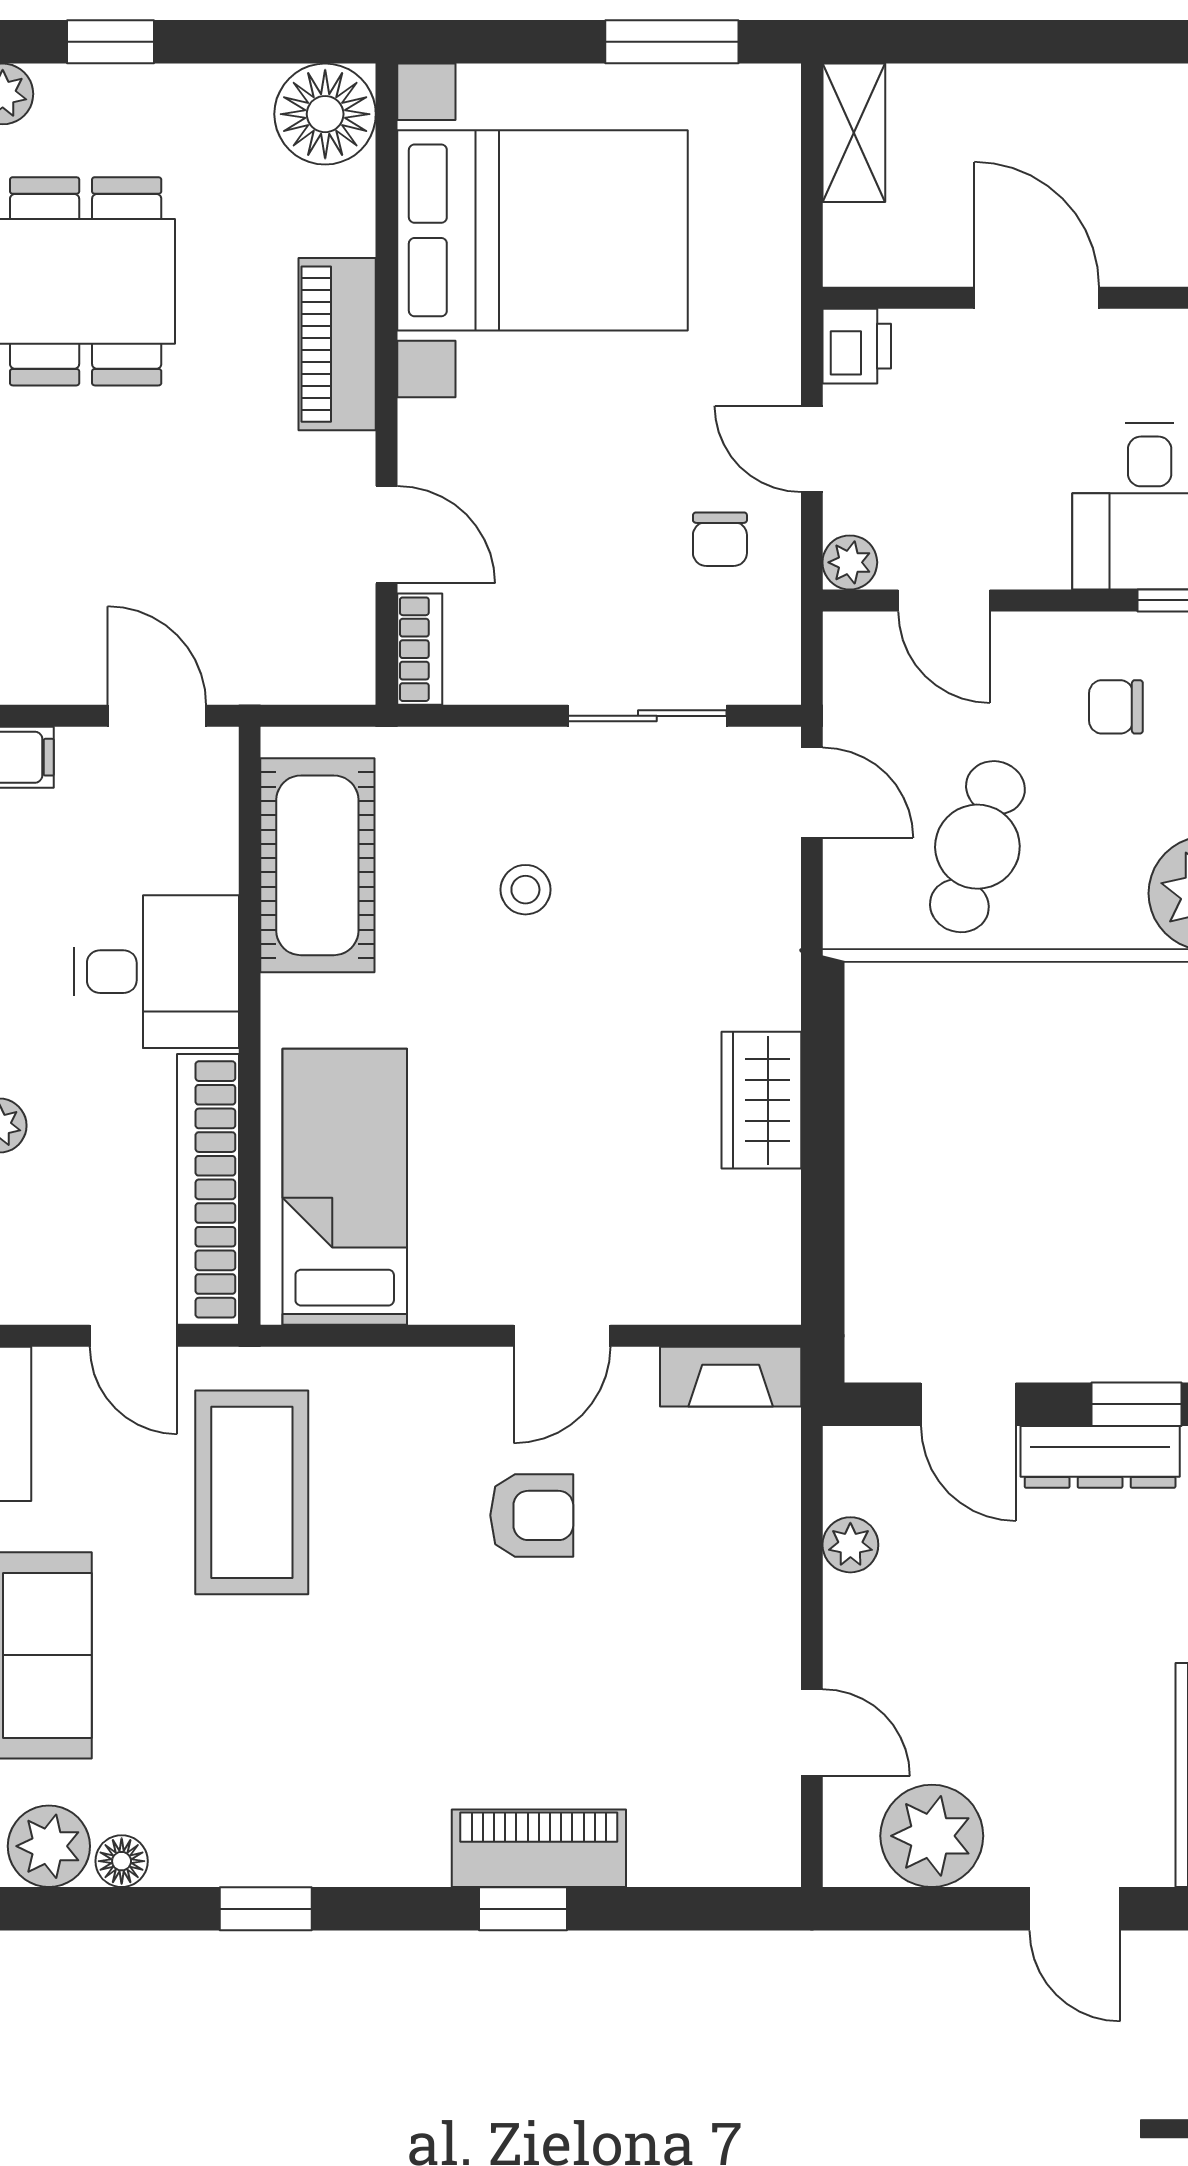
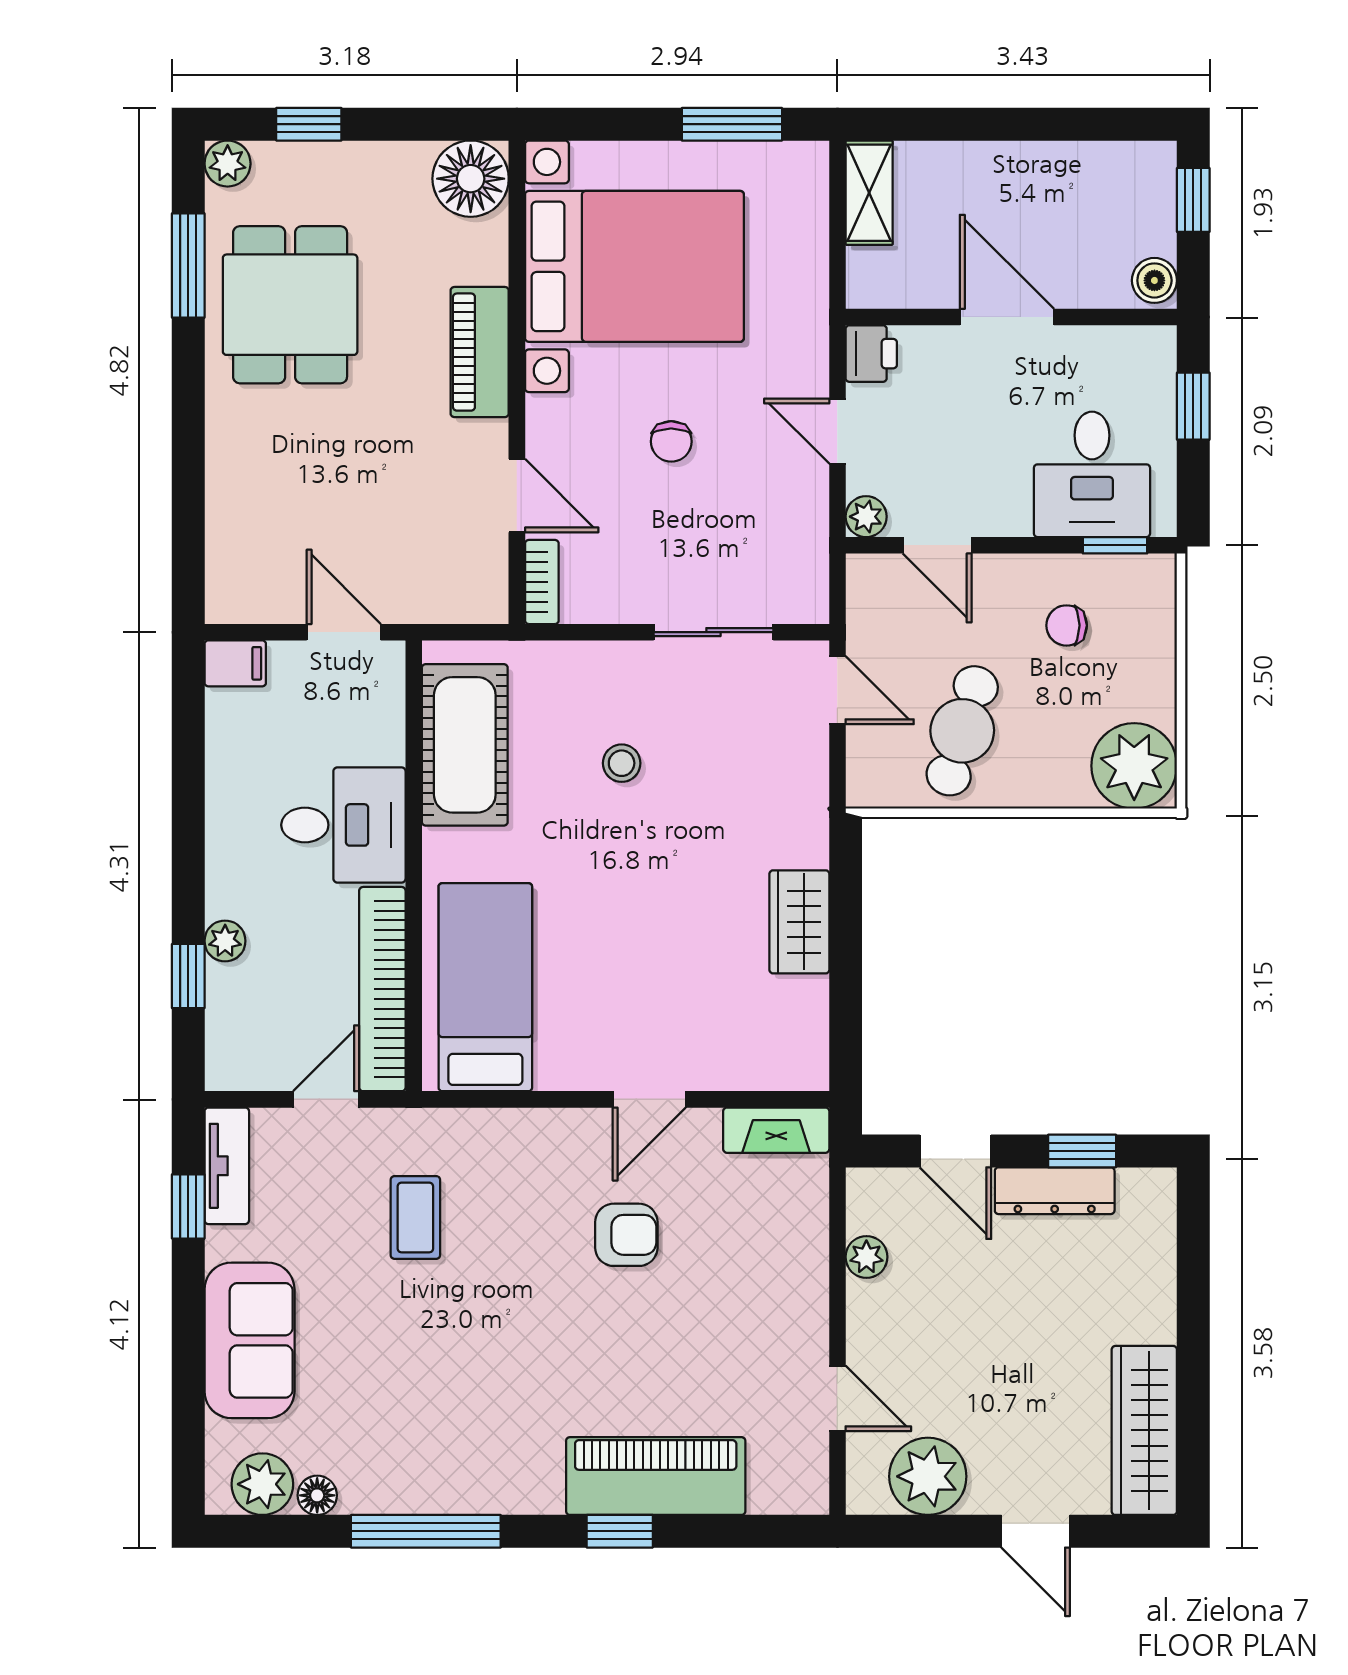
chair: (720, 539) -> (671, 441), moved
door: (133, 1336) -> (326, 1099), swing flipped
coffee table: (252, 1492) -> (415, 1217), width x0.54, depth x0.58
piano: (539, 1848) -> (656, 1476), width x1.37, depth x1.33
window: (266, 1909) -> (426, 1531), width x2.17

